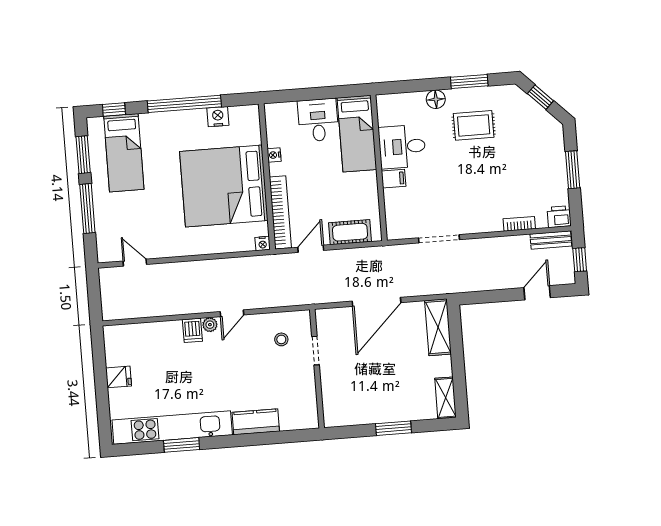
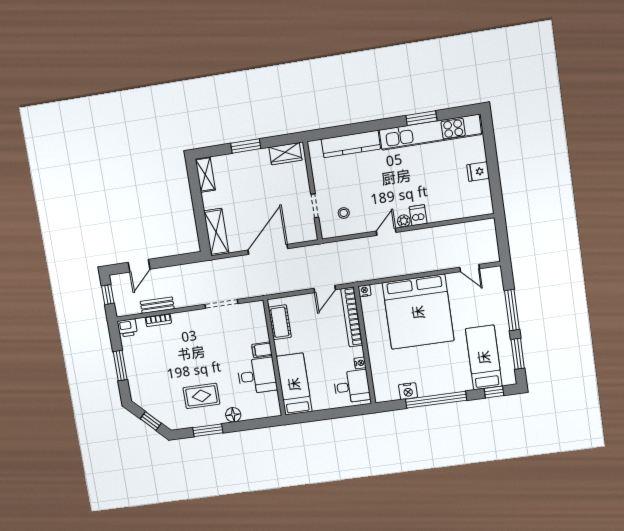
desk: (318, 120) -> (352, 387), moved, turned -90
bed: (224, 186) -> (418, 312), moved, turned 90
cot: (350, 232) -> (280, 322), moved, turned 90
bench: (551, 240) -> (157, 305), moved
wardrobe: (346, 415) -> (285, 154), added
kitchen counter: (256, 422) -> (351, 144), width x1.50

